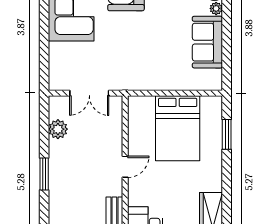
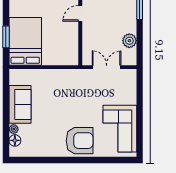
bed: (178, 128) -> (25, 41), moved

